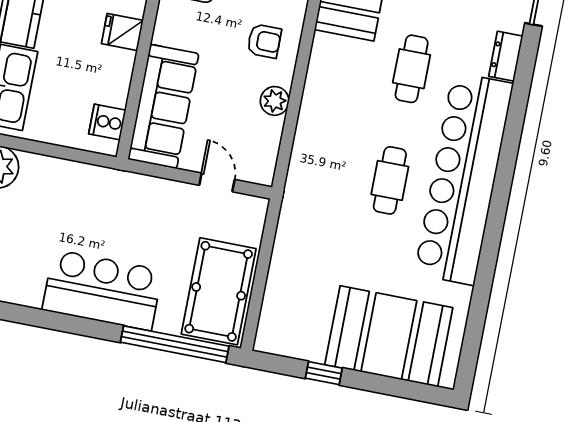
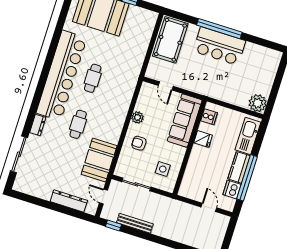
fridge: (122, 32) -> (203, 139), moved
window: (175, 344) -> (219, 29), moved

